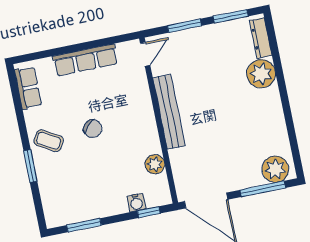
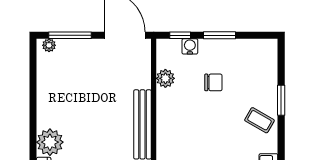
chair: (93, 129) -> (213, 82), moved, turned 137
plant: (275, 169) -> (49, 45), width x0.53, depth x0.53
window: (84, 225) -> (219, 35), moved

